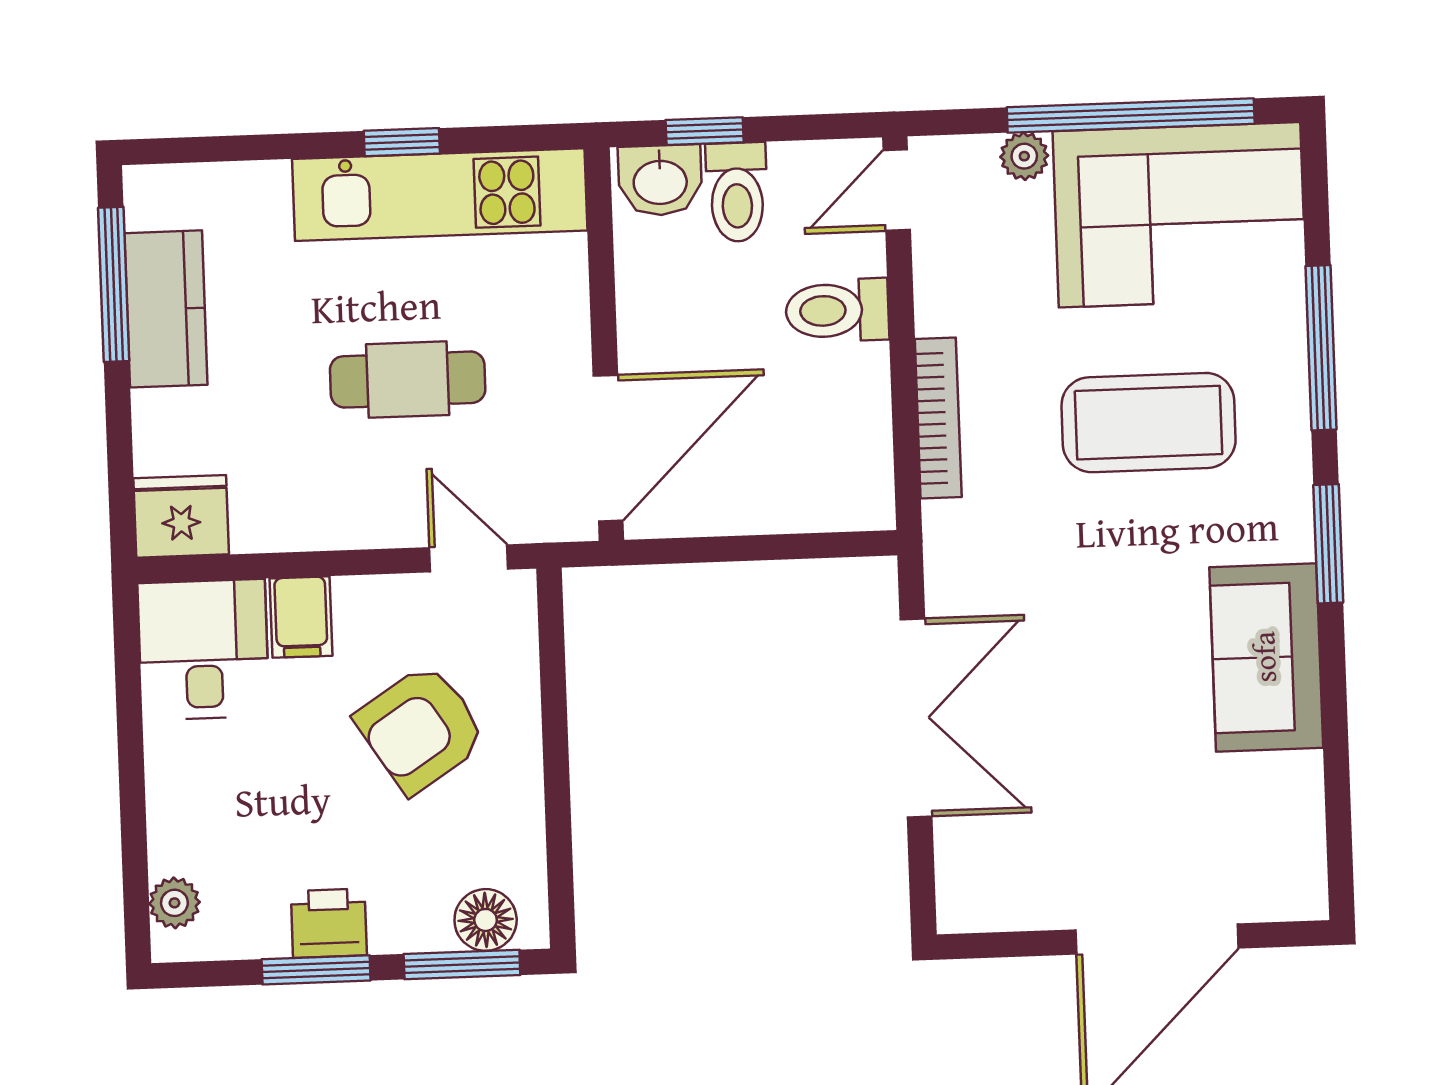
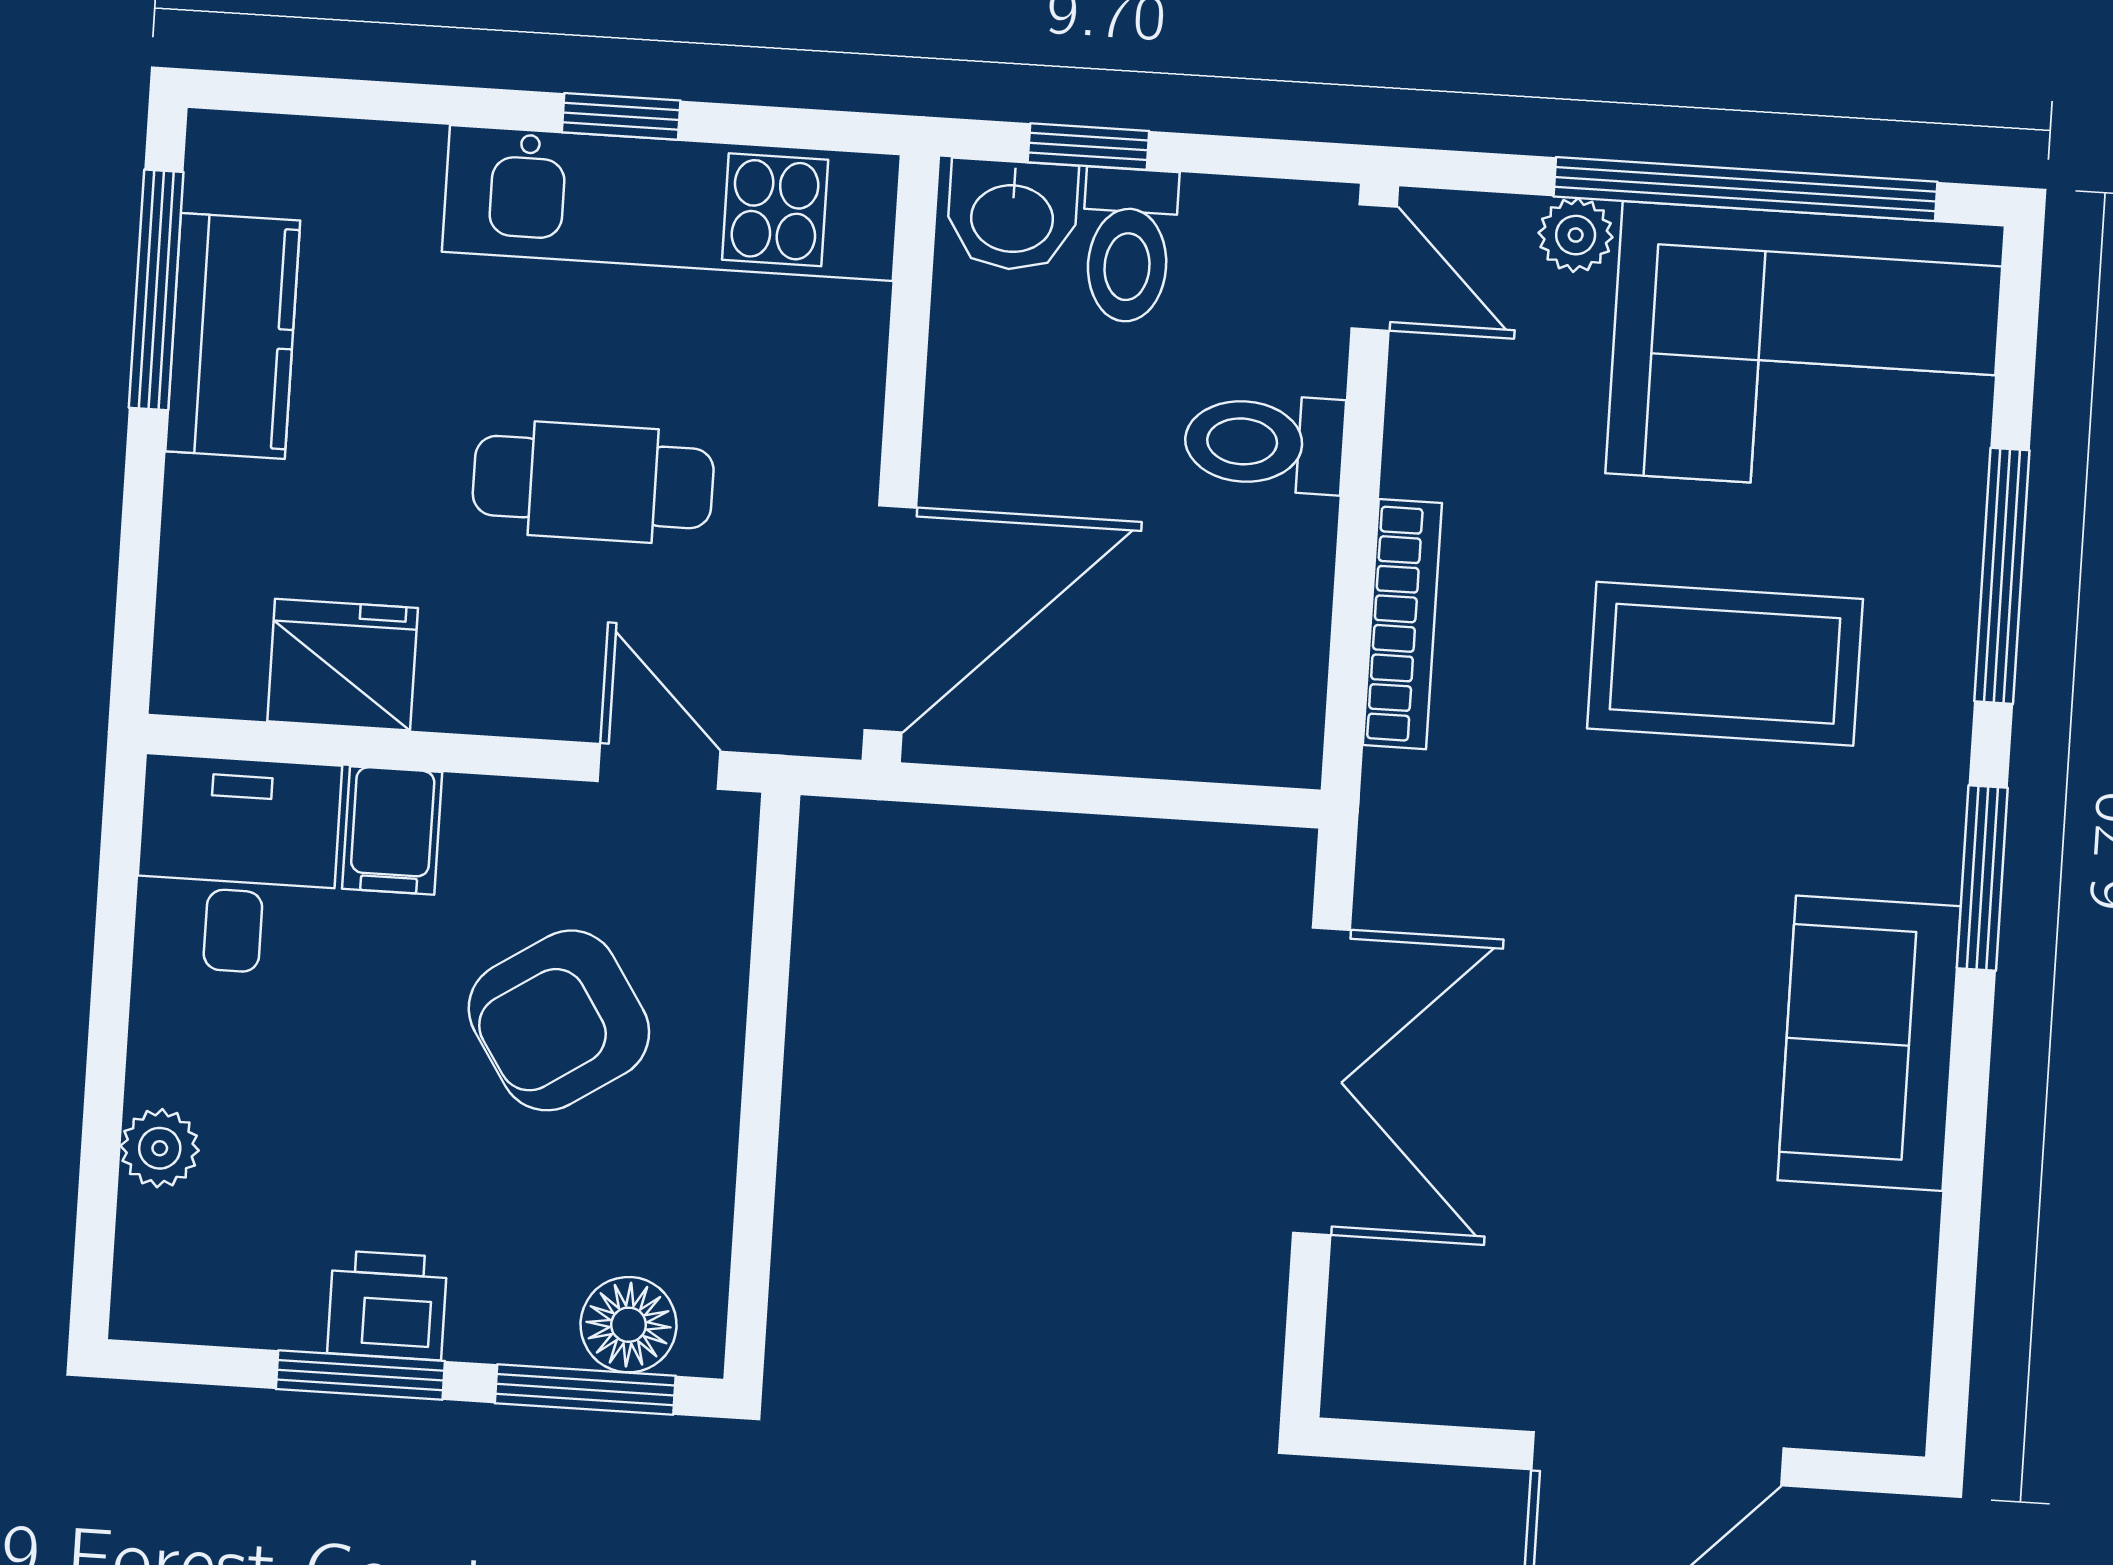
door: (897, 190) -> (1374, 267), swing flipped
fridge: (181, 516) -> (343, 665), moved
plant: (174, 903) -> (160, 1148), moved

